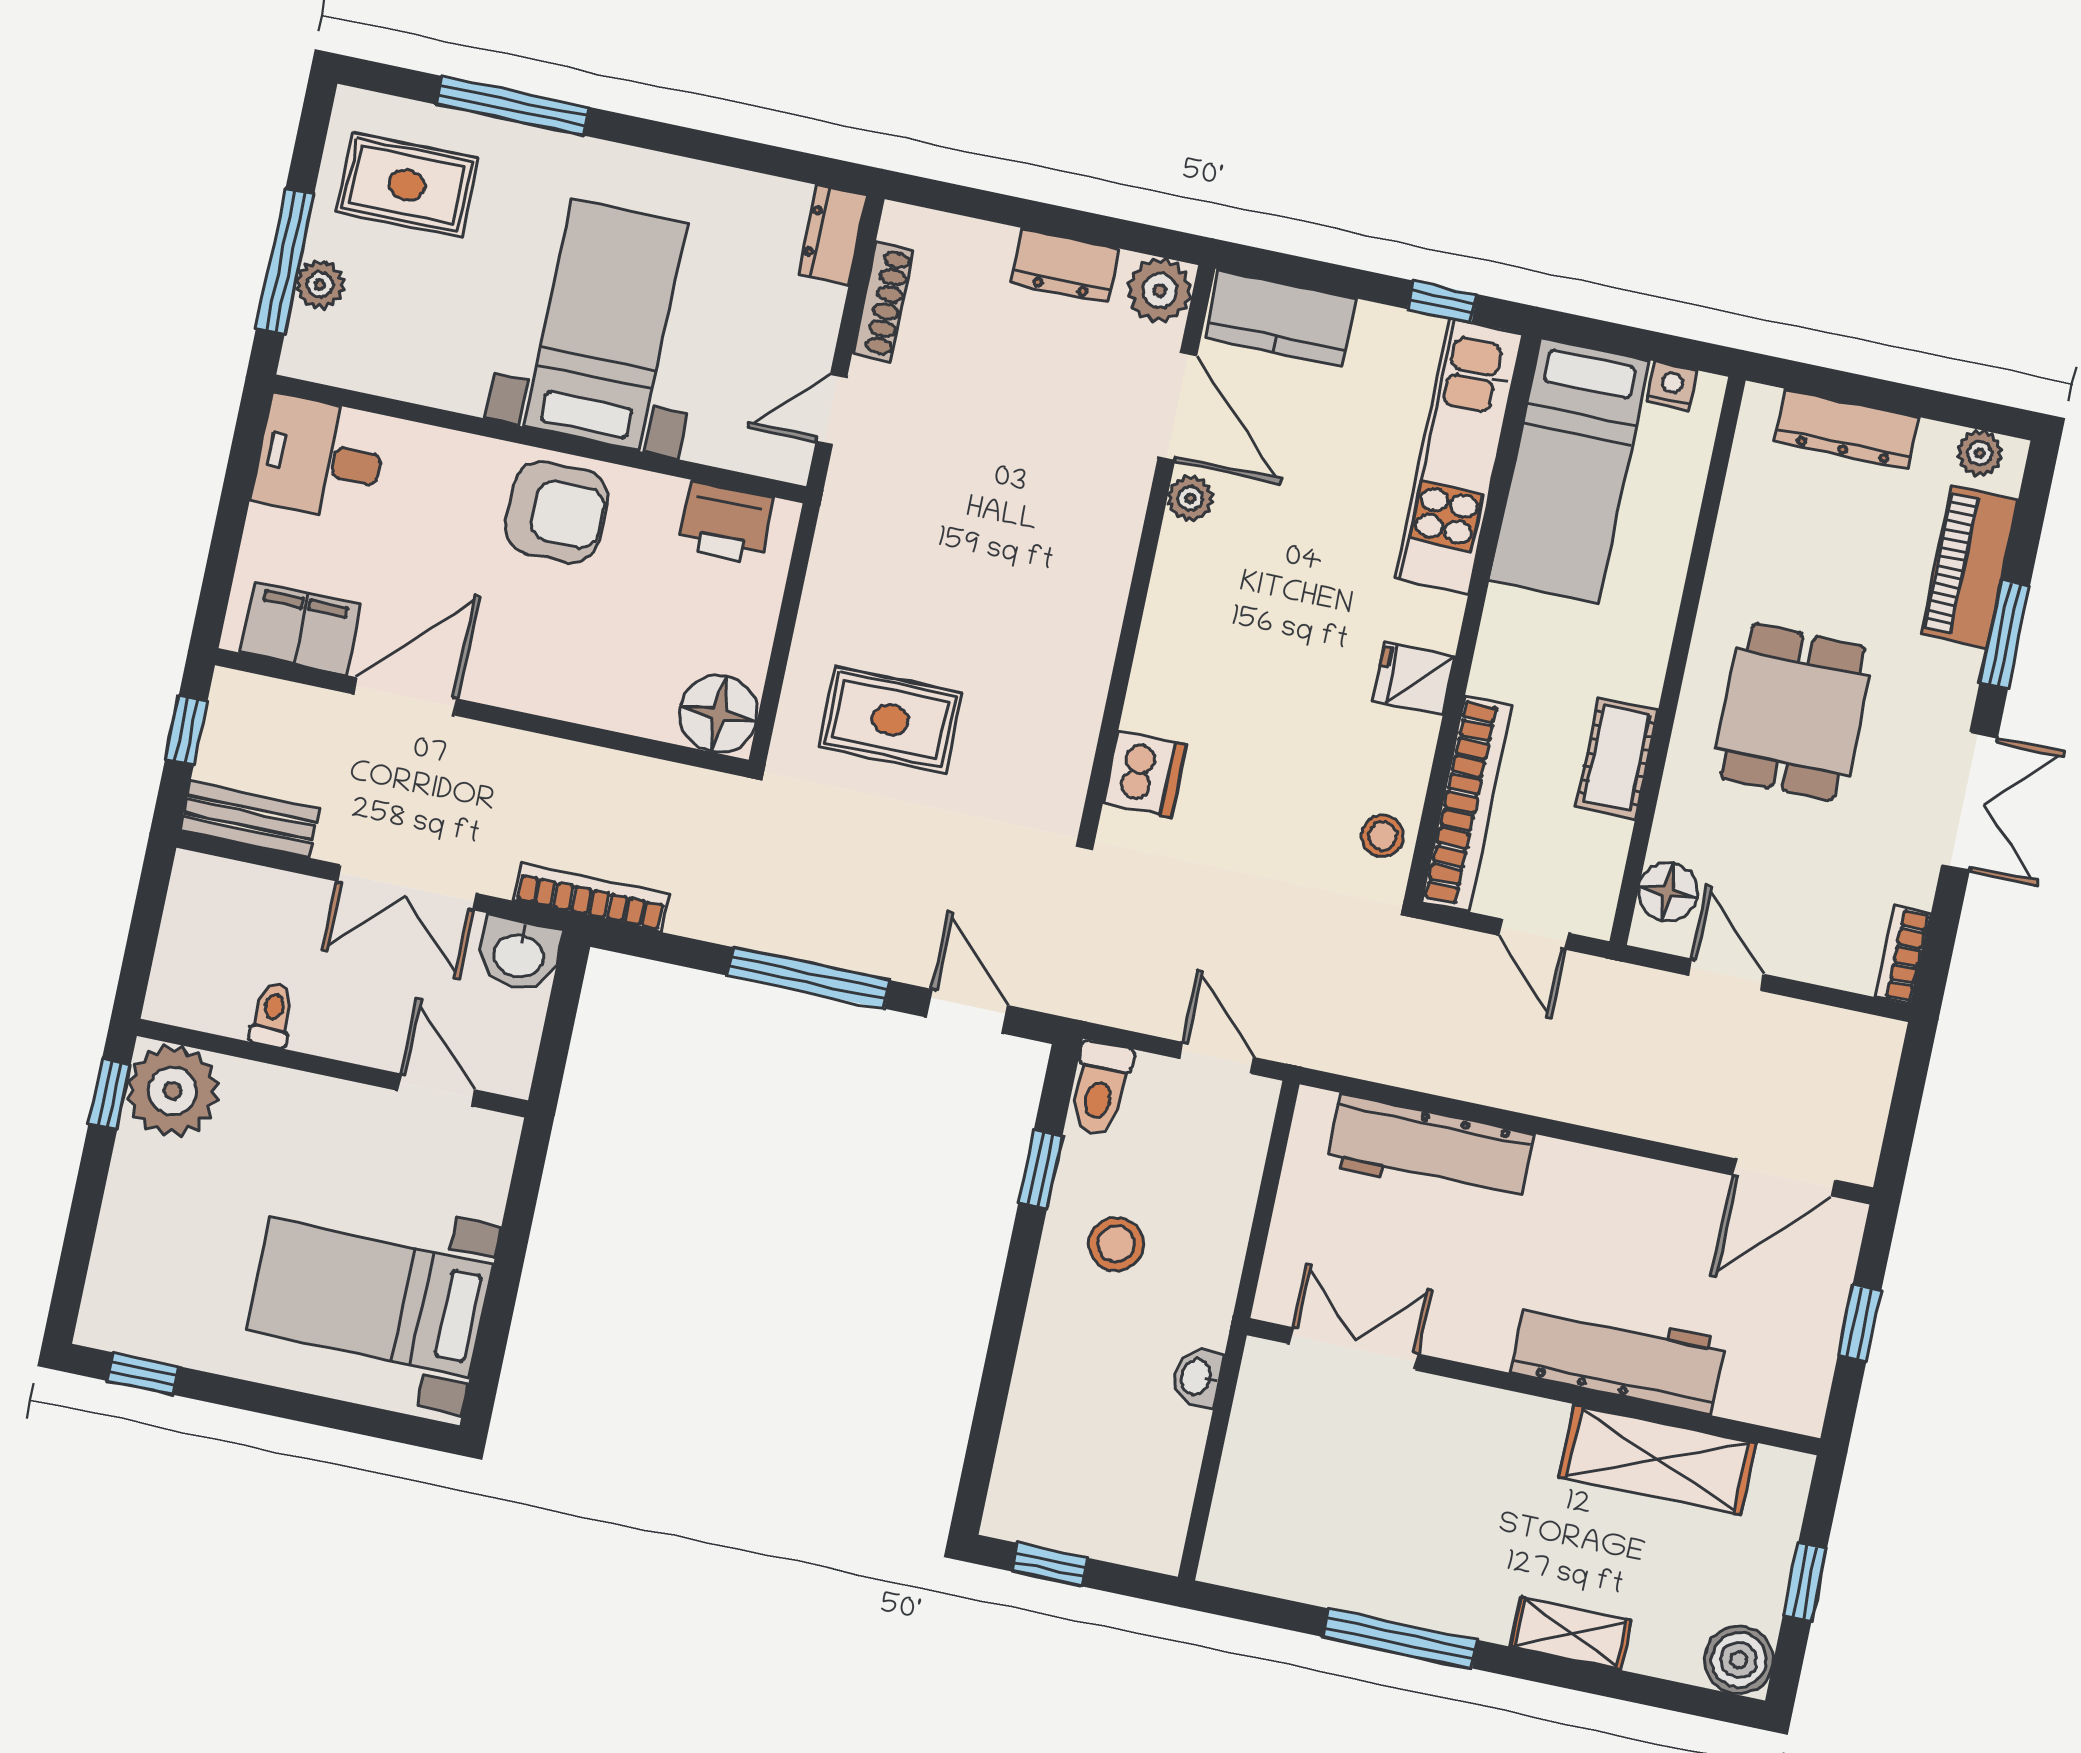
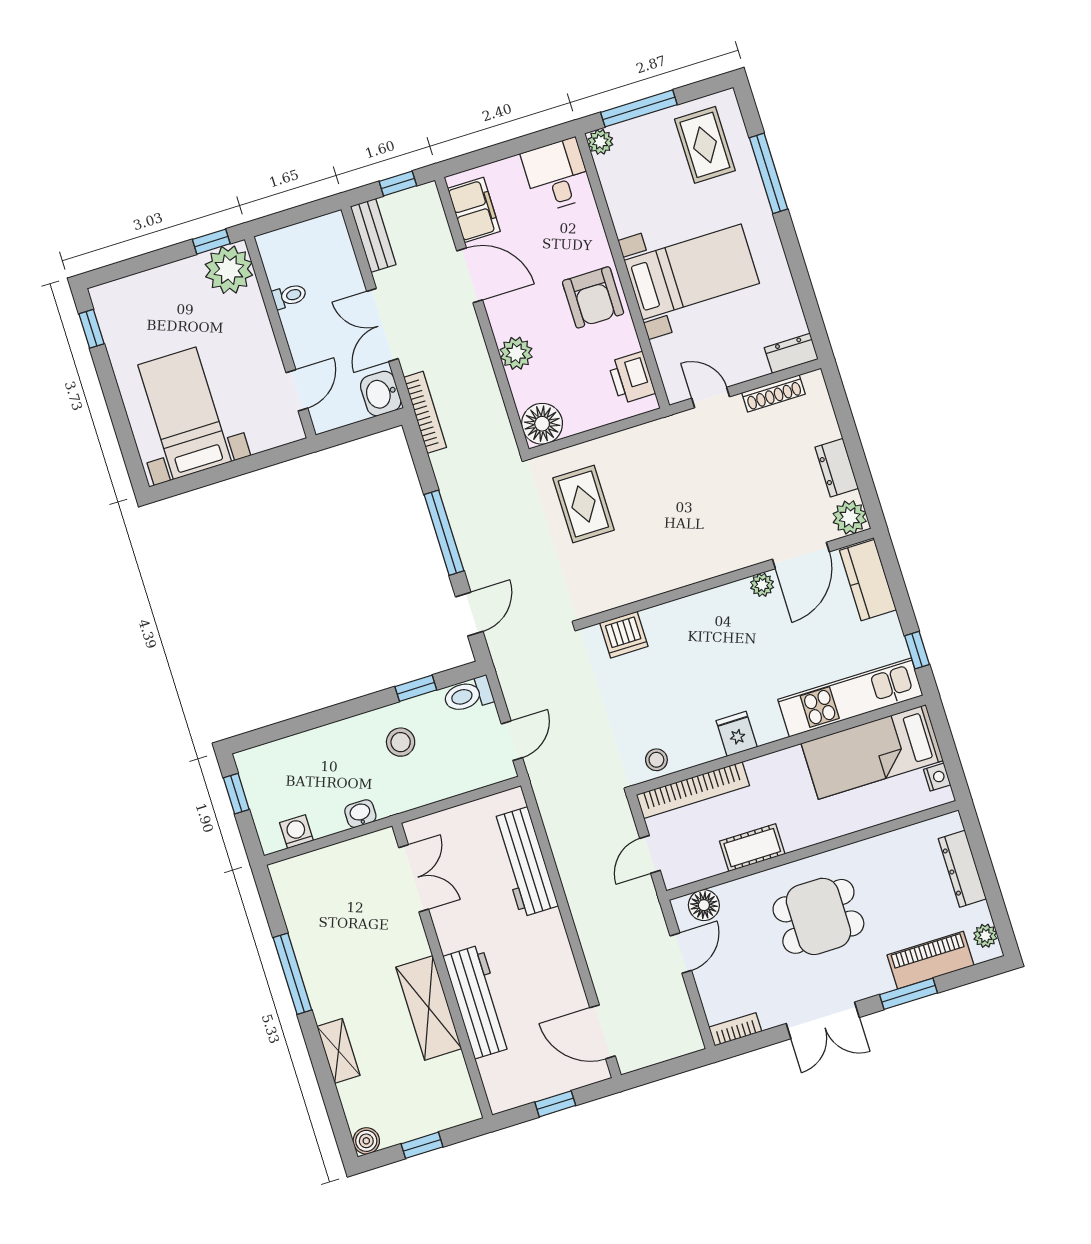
plant: (320, 285) -> (600, 142), moved
plant: (578, 692) -> (516, 353), added
shelving: (1658, 1460) -> (429, 1008), moved
washing machine: (1168, 1500) -> (296, 832), added
boiler: (1739, 1660) -> (366, 1141), width x0.73, depth x0.73

